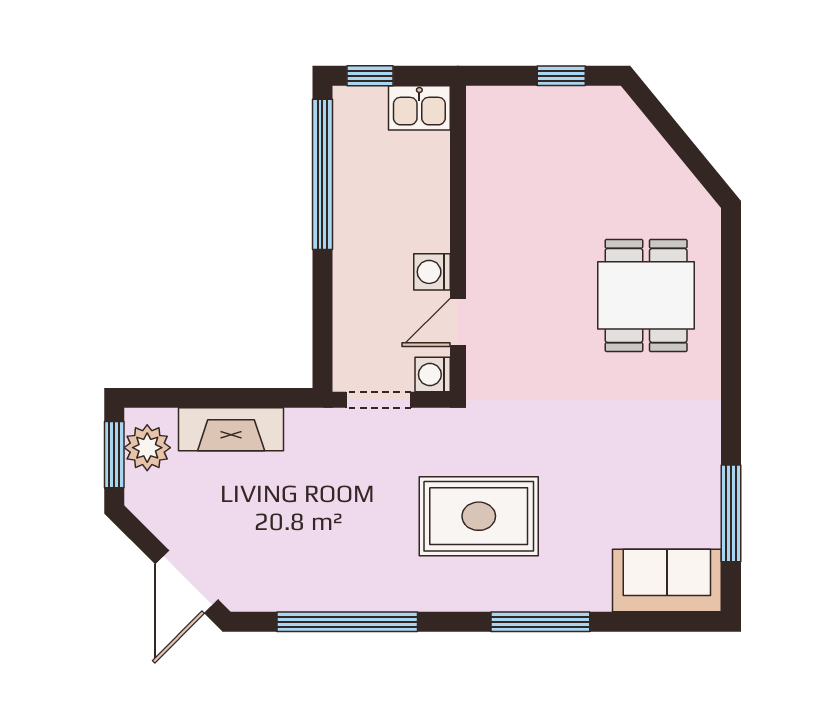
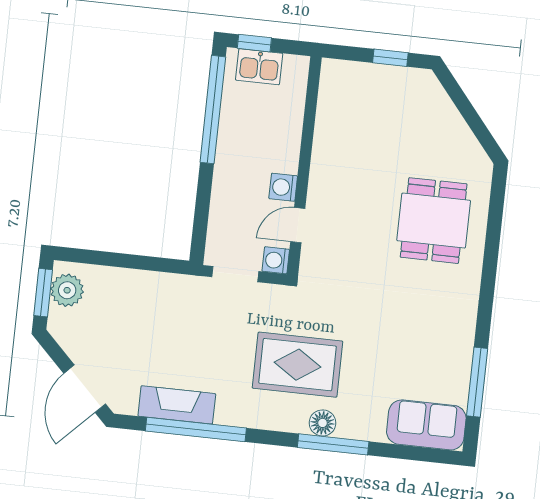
kitchen sink: (419, 108) -> (259, 67), moved
fireplace: (231, 429) -> (177, 405), moved, turned 180
floor lamp: (522, 594) -> (322, 423), added

